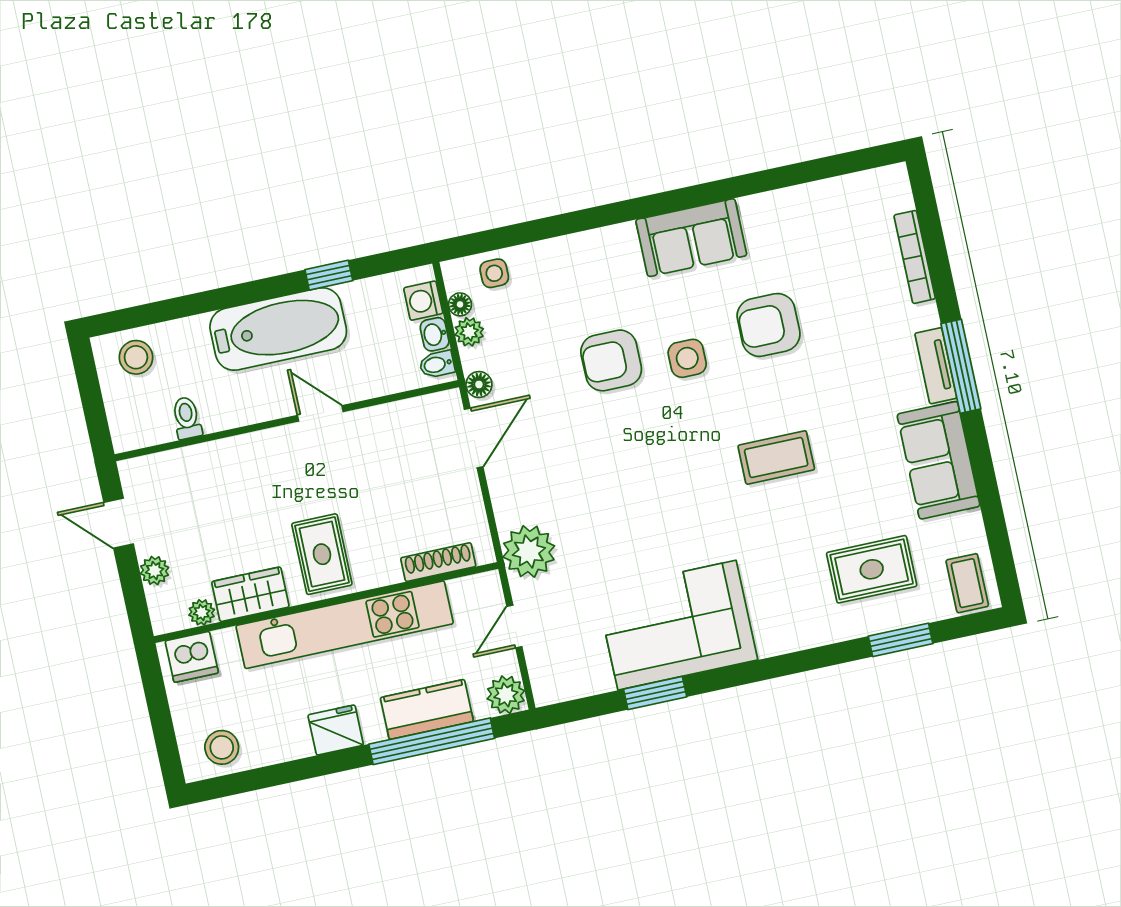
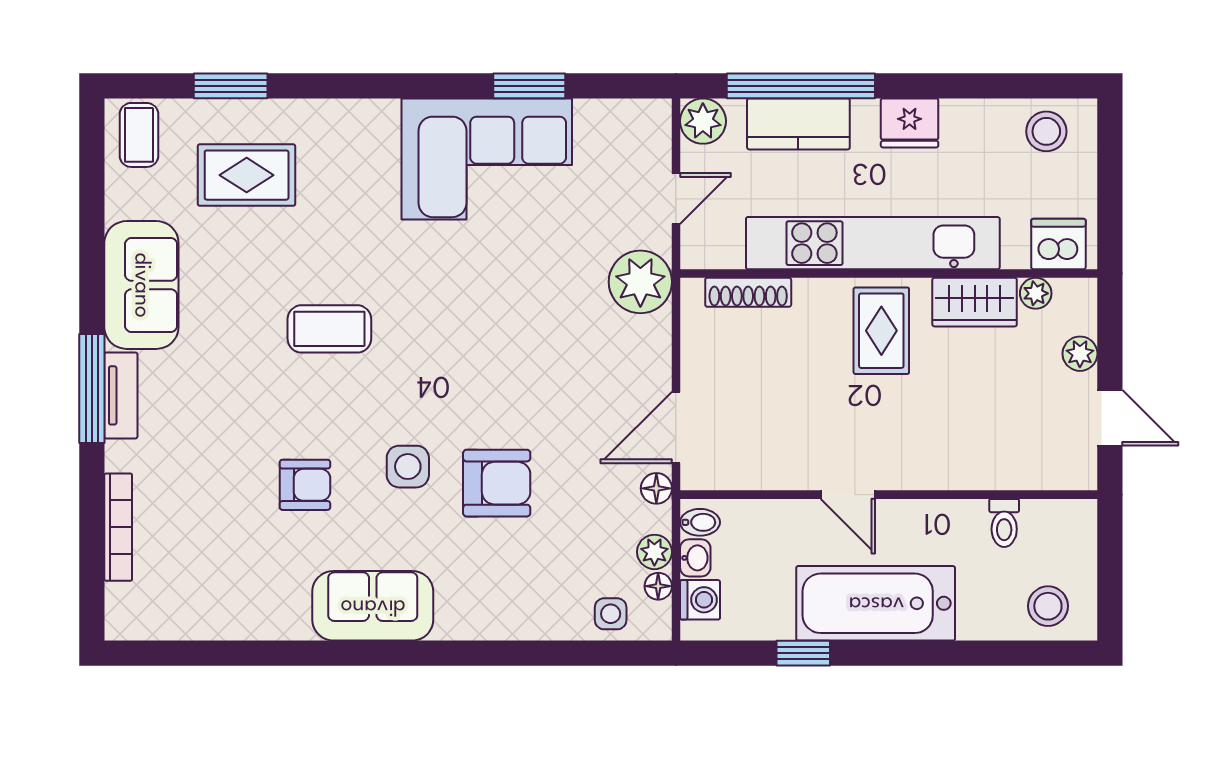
armchair: (769, 325) -> (305, 485), width x0.72, depth x0.72

